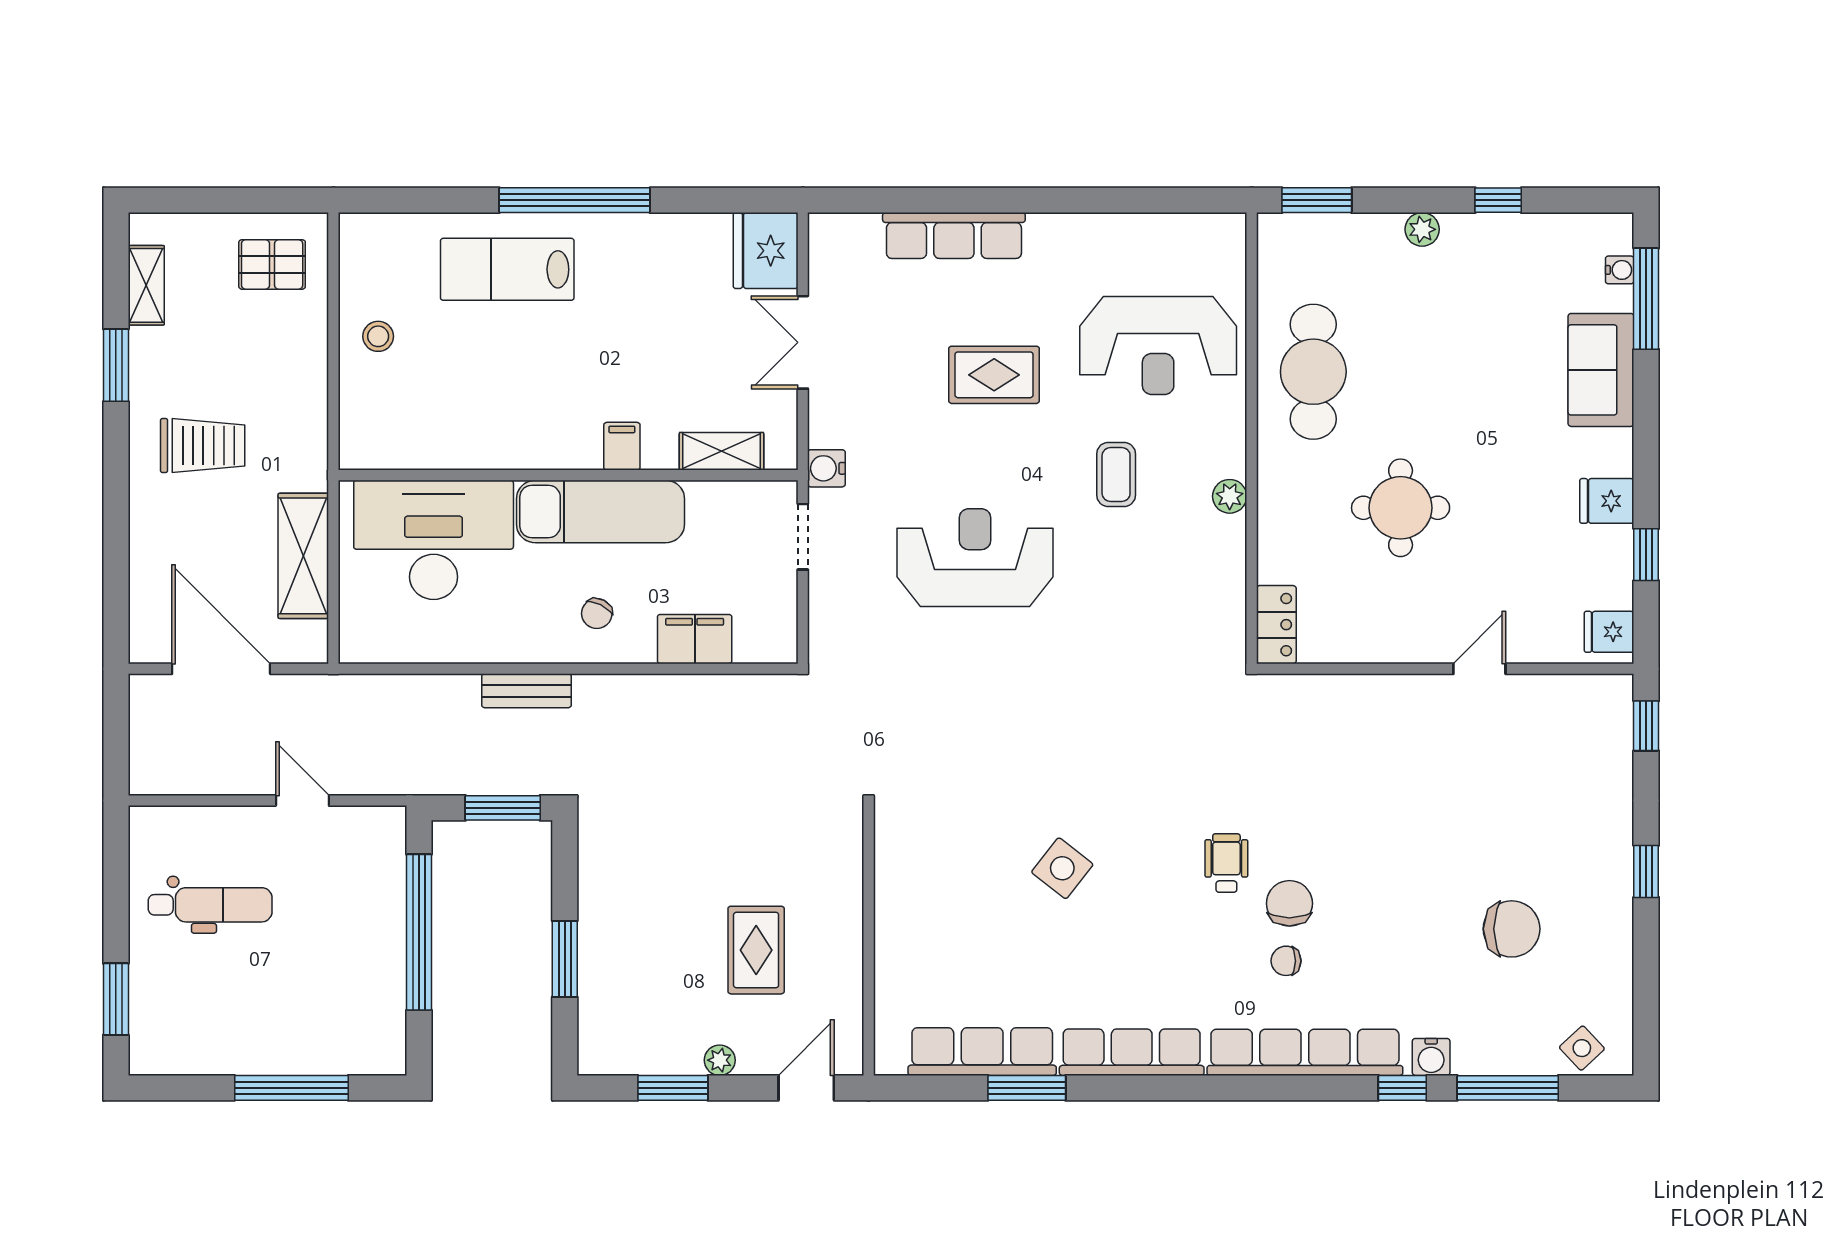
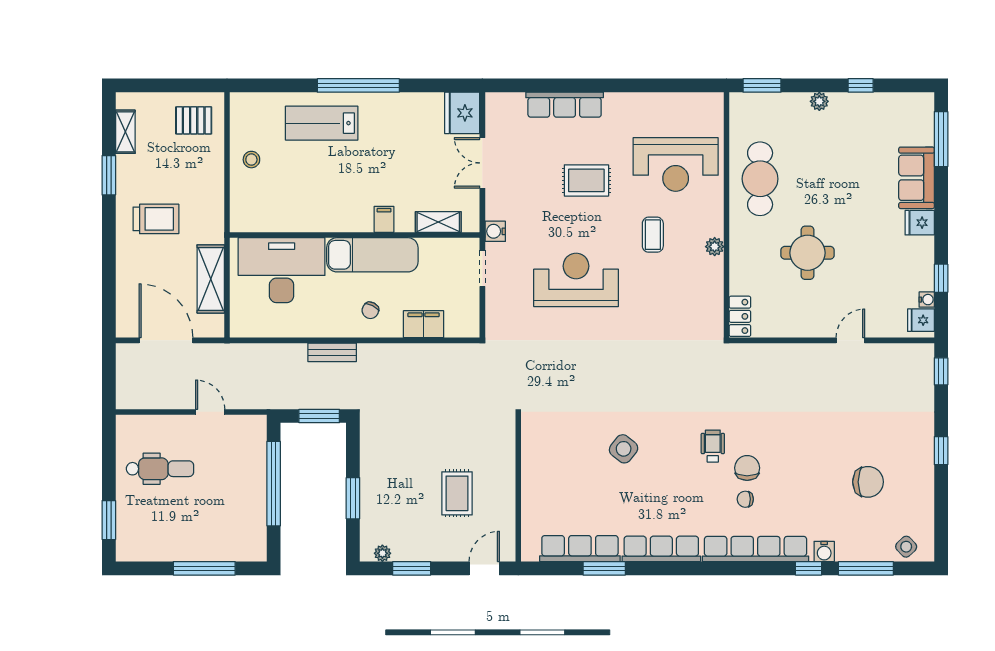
water cooler: (1620, 270) -> (927, 300), moved
fridge: (1607, 501) -> (920, 223), moved
plant: (720, 1060) -> (382, 553), moved

